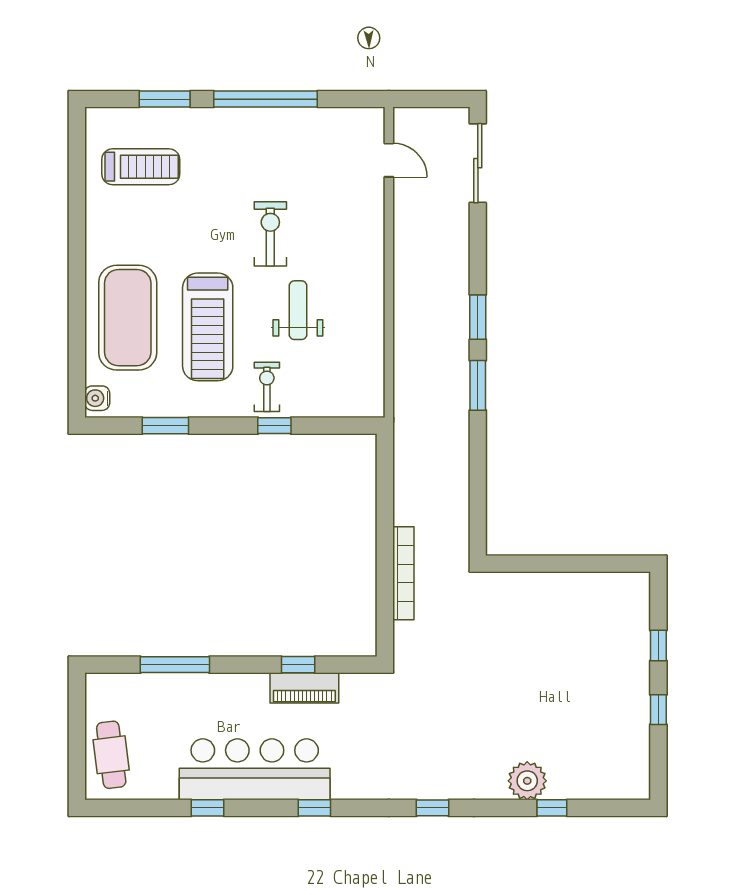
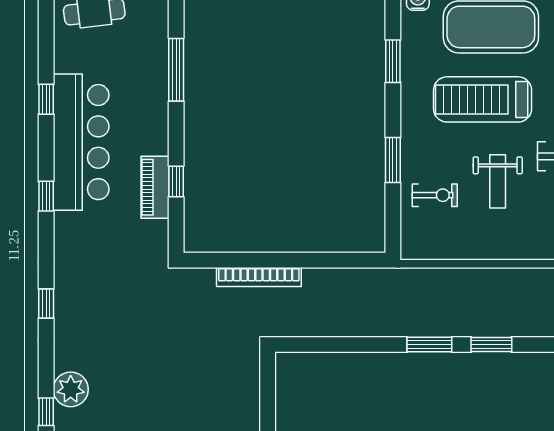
weight bench: (298, 310) -> (498, 181), turned 90
exercise bike: (267, 387) -> (435, 195), moved
window: (274, 426) -> (393, 160), width x1.50

